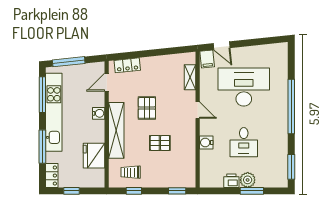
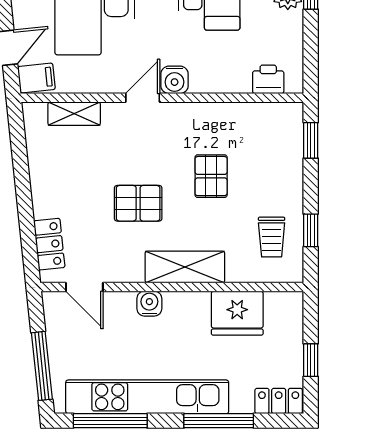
shelving: (116, 130) -> (185, 267), width x0.68
water cooler: (206, 142) -> (175, 80), moved
printer: (231, 181) -> (268, 79), moved, turned 90

